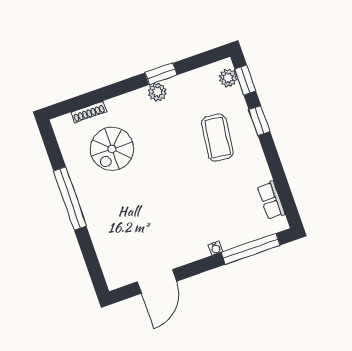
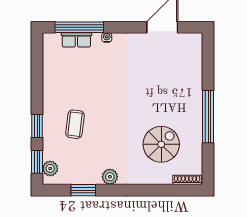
window: (161, 74) -> (83, 190), moved
shoe rack: (89, 112) -> (187, 180), moved
coffee table: (217, 138) -> (75, 124), width x0.73, depth x0.76
row of seats: (271, 200) -> (76, 40), moved, turned 90

